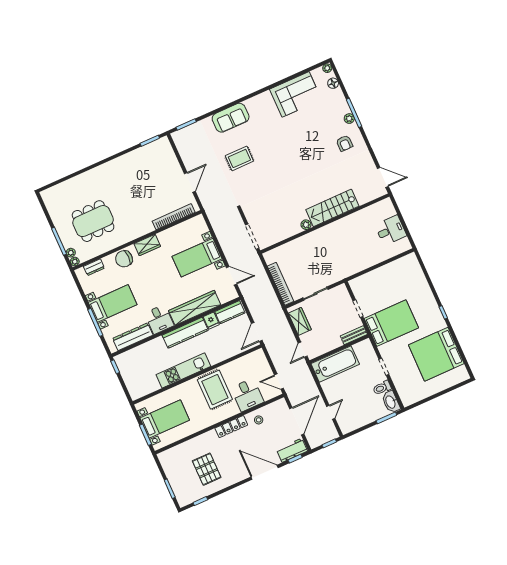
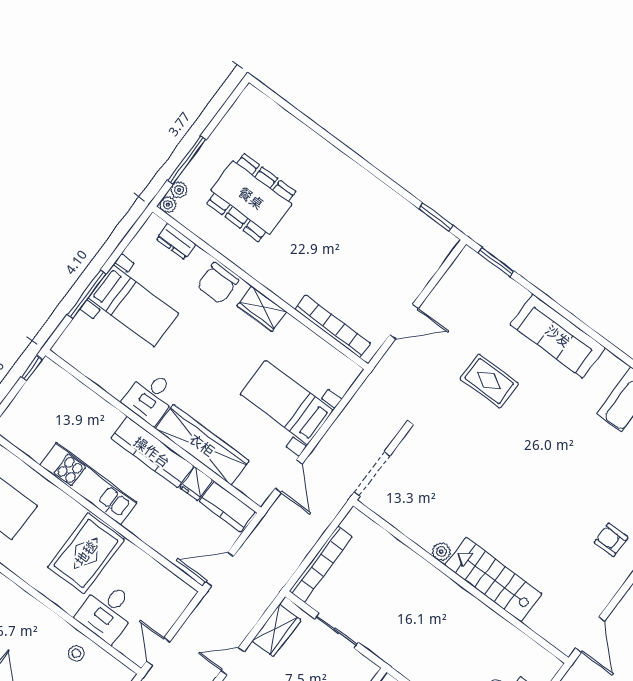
sofa: (231, 118) -> (558, 336), width x1.36
armchair: (344, 143) -> (611, 540), turned 90
chair: (124, 259) -> (218, 283), turned -90
dresser: (133, 337) -> (97, 369), removed
locker: (231, 427) -> (40, 614), removed

